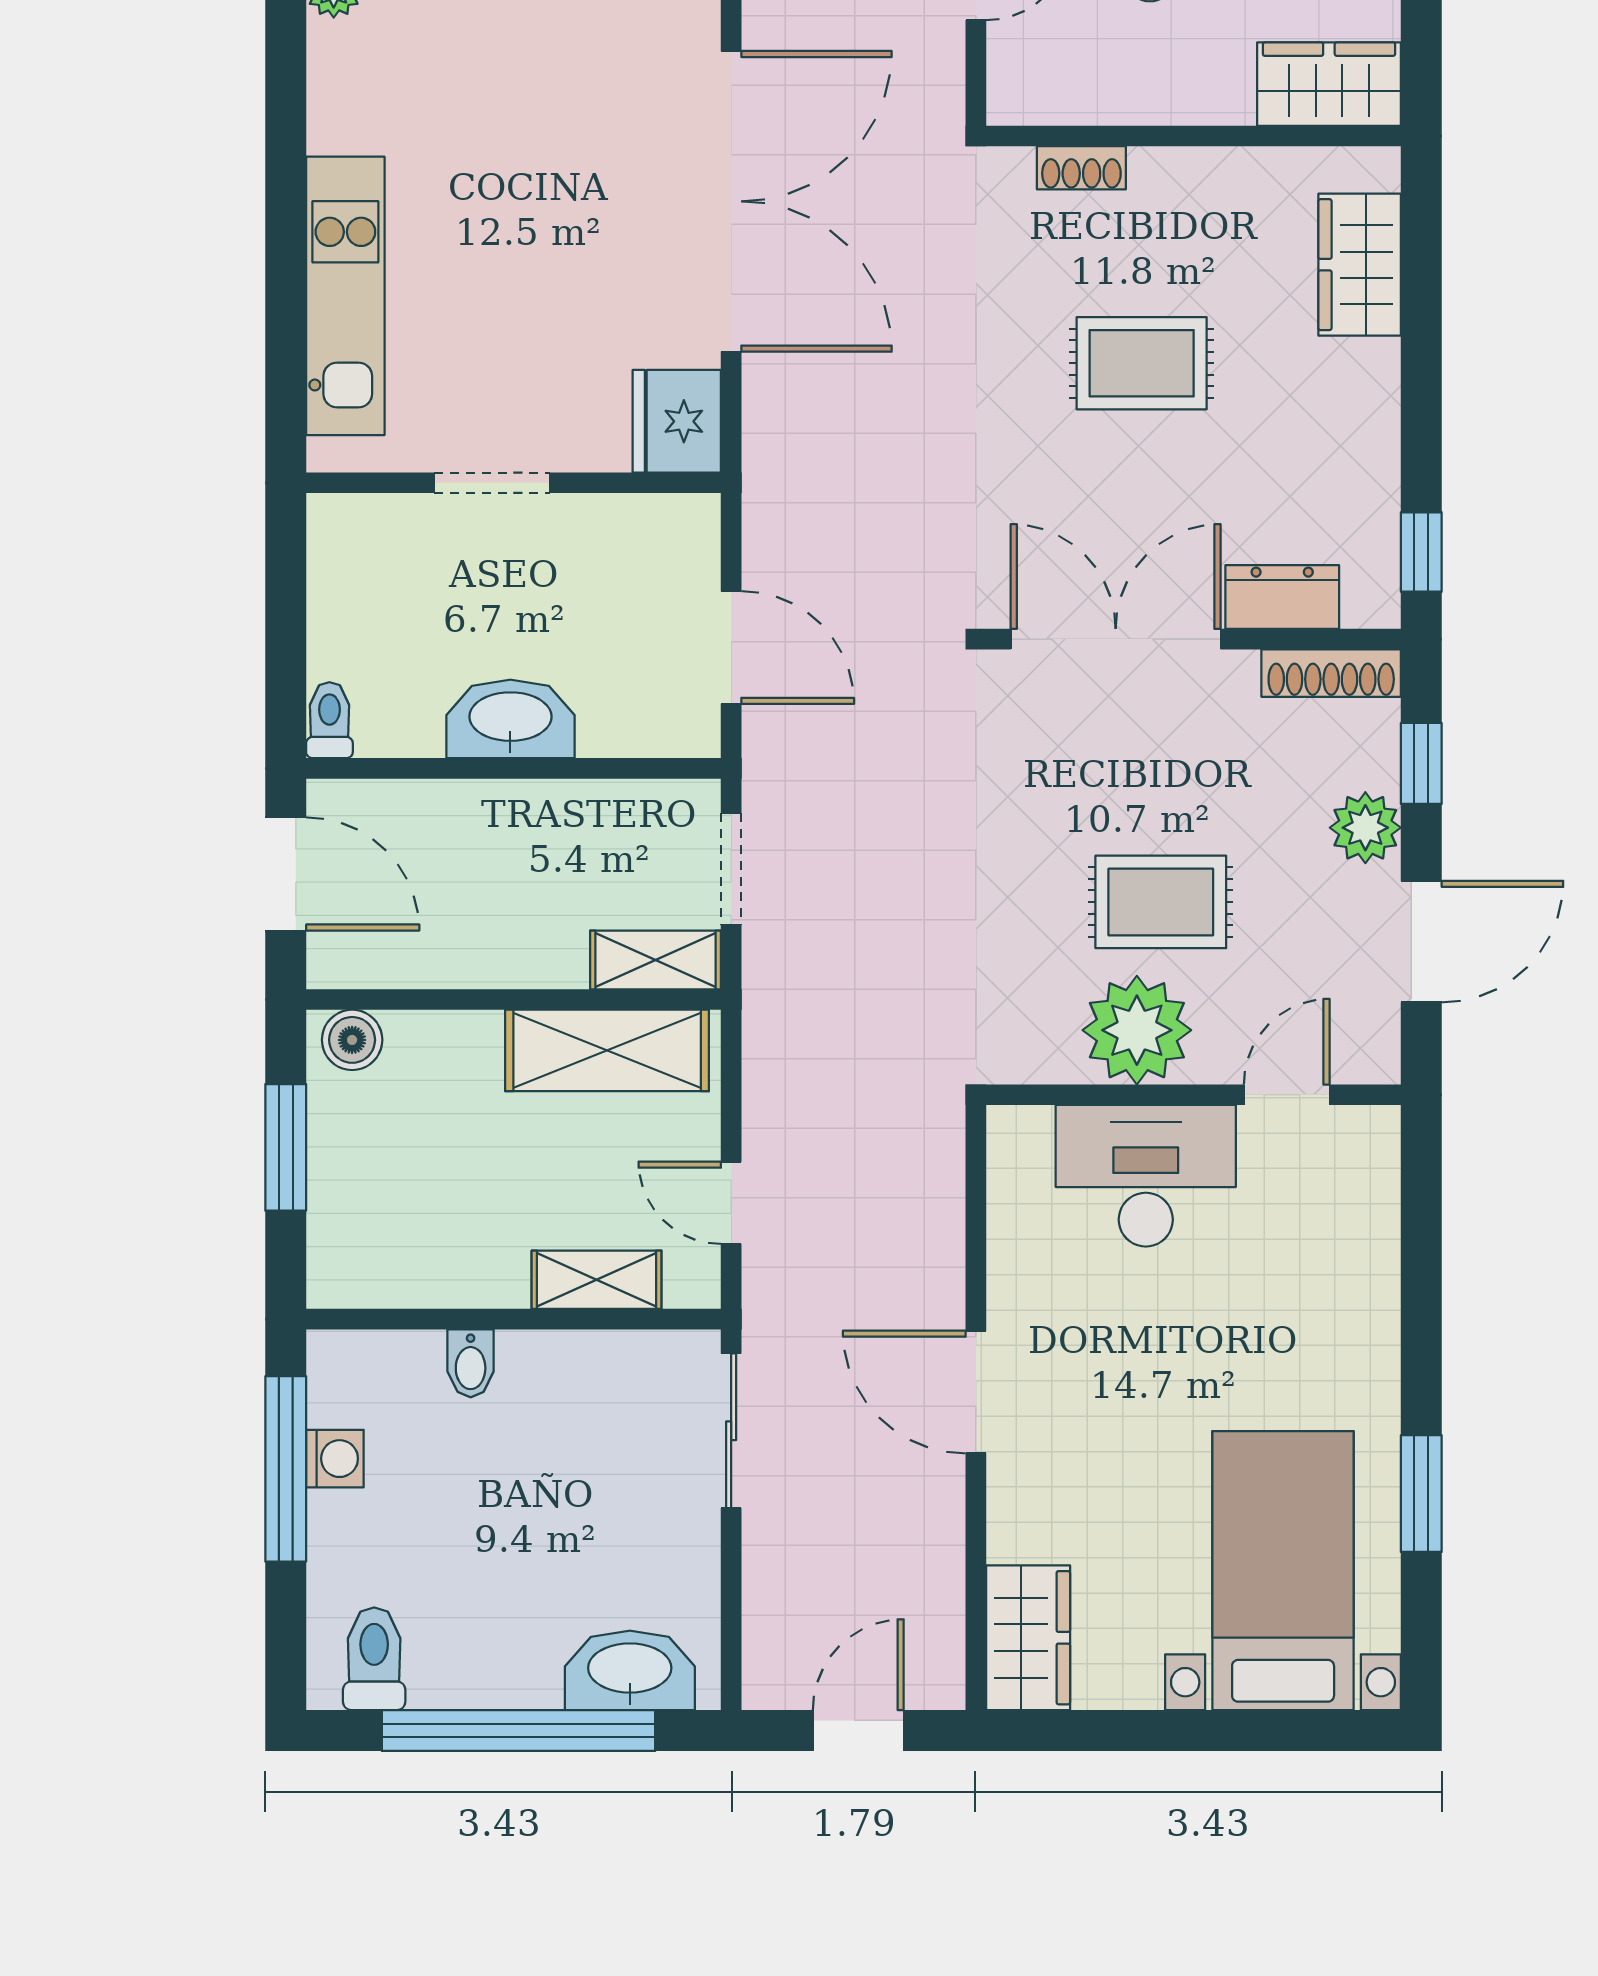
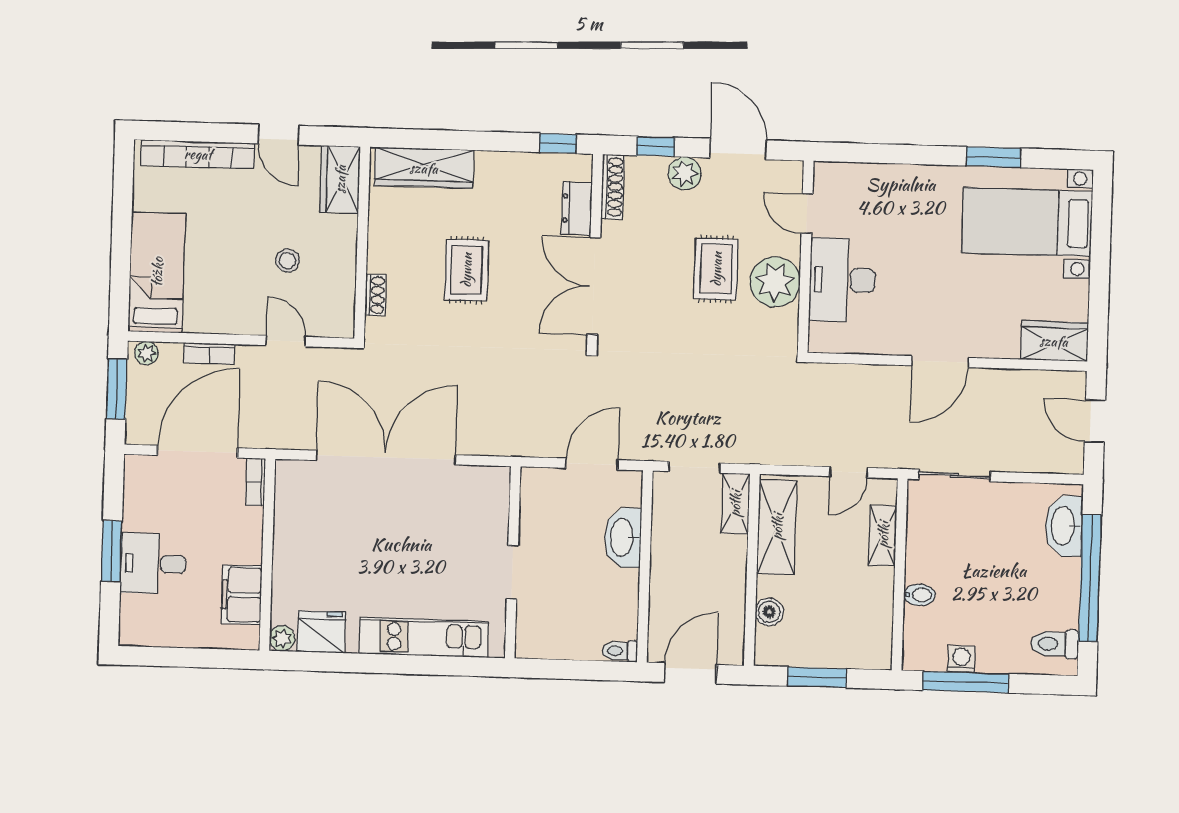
wardrobe: (1360, 265) -> (424, 168), width x1.50
fridge: (677, 421) -> (321, 632), moved, turned 180
washbasin: (510, 719) -> (623, 538), moved
boiler: (352, 1040) -> (769, 612), moved

